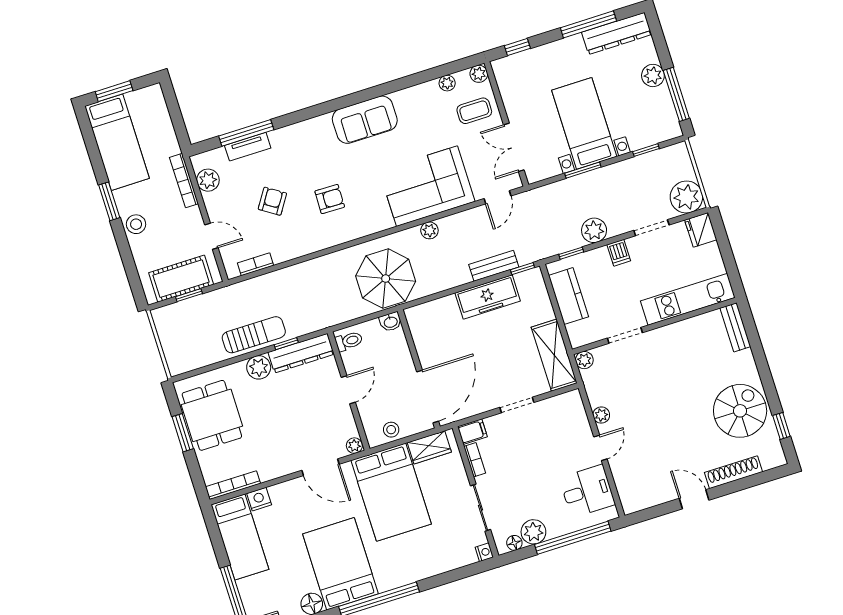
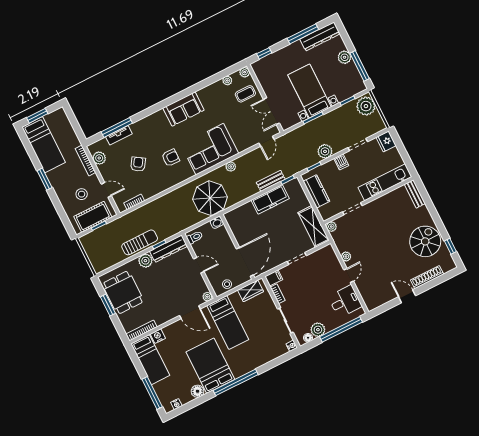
corner sofa: (427, 186) -> (210, 149), moved
plant: (686, 197) -> (366, 106), moved
stool: (136, 224) -> (82, 194), moved
door: (348, 390) -> (199, 265), hinge flipped
bed: (391, 492) -> (228, 322), width x0.67

